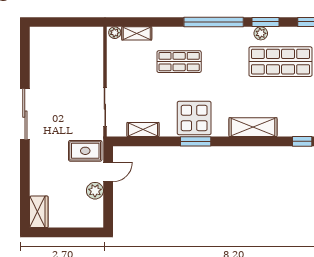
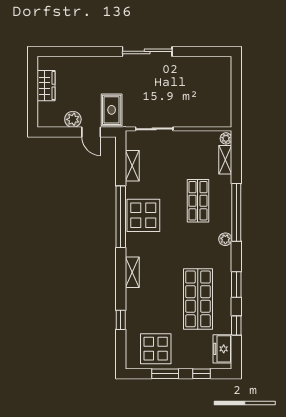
window: (214, 22) -> (236, 212), moved
plant: (261, 33) -> (225, 239), moved
shelving: (253, 127) -> (132, 272), width x0.67, depth x0.75
window: (196, 141) -> (121, 217), width x2.11
wardrobe: (39, 212) -> (46, 86), moved, turned -90

